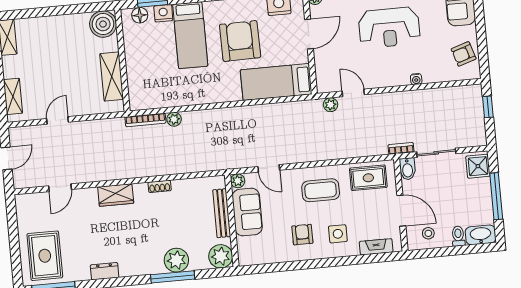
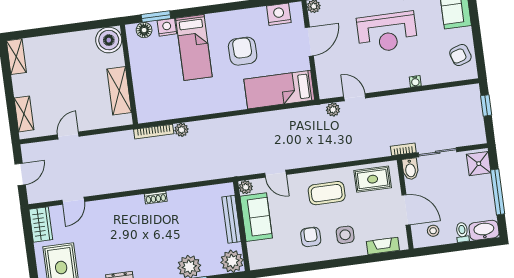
armchair: (240, 41) -> (243, 51), width x0.73, depth x0.73
shoe rack: (160, 186) -> (156, 198), moved
wardrobe: (116, 195) -> (41, 224), moved, turned -90

